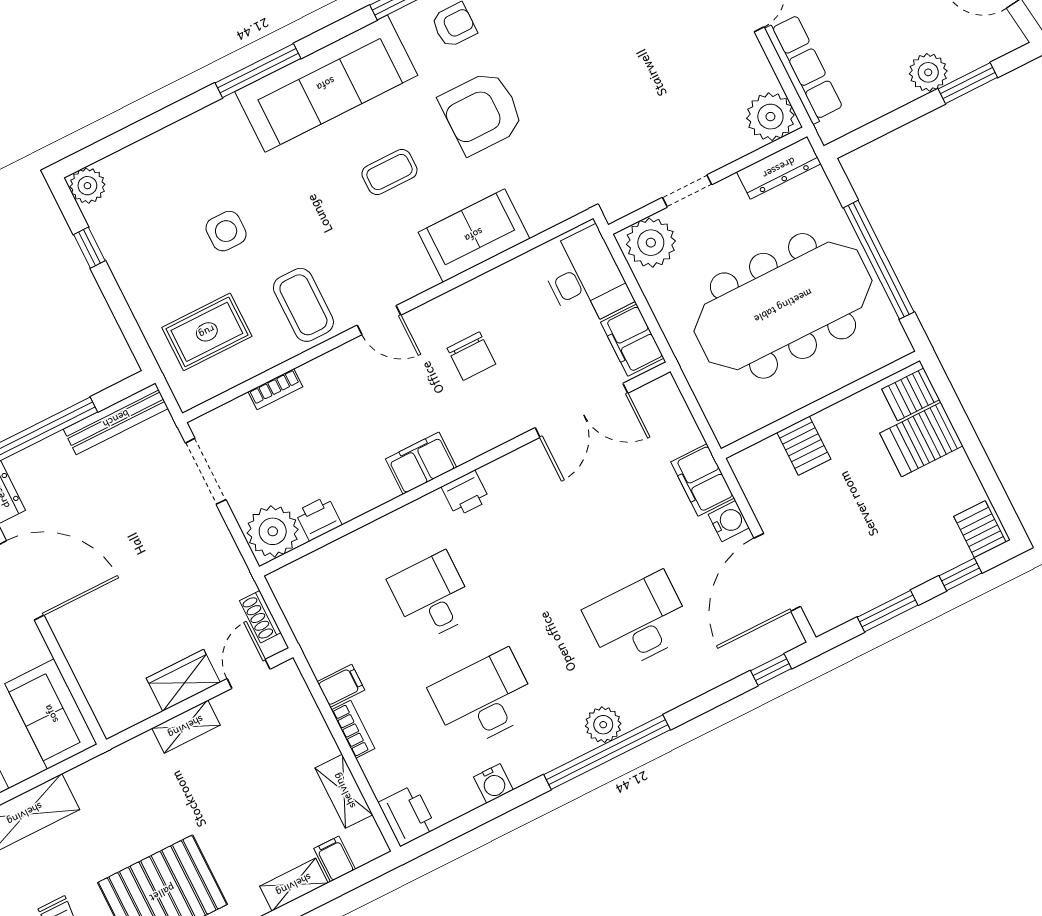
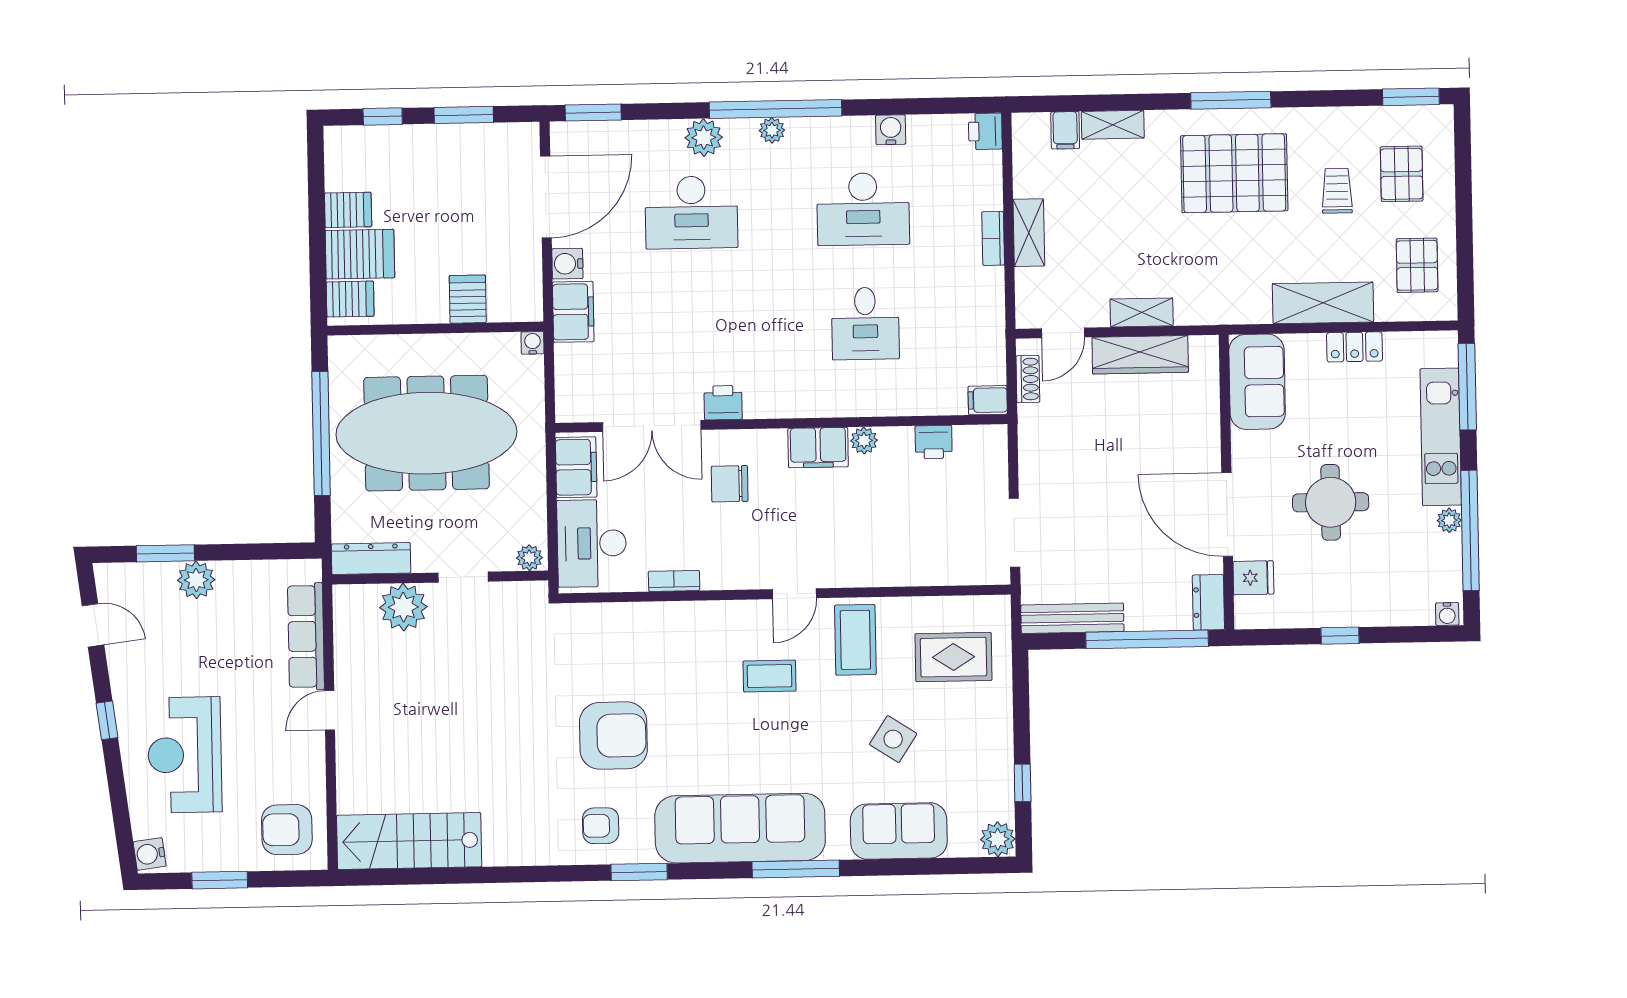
plant: (770, 117) -> (403, 607), moved
coffee table: (389, 172) -> (770, 676), moved
side table: (226, 231) -> (893, 739), turned 33
sofa: (474, 235) -> (899, 831), moved, turned 180
plant: (651, 243) -> (529, 558), width x0.53, depth x0.53
door: (379, 320) -> (794, 594), swing flipped
chair: (471, 356) -> (730, 484), moved, turned -90
bookcase: (275, 389) -> (674, 581), moved
double door: (581, 410) -> (652, 426), swing flipped
water cooler: (726, 434) -> (533, 343), added
printer: (465, 493) -> (723, 403), moved
server rack: (980, 529) -> (348, 210), moved, turned -90
plant: (273, 531) -> (864, 440), moved, width x0.53, depth x0.53
window: (771, 670) -> (593, 112), width x1.50
wardrobe: (183, 680) -> (1140, 355), width x1.50
filing cabinet: (341, 686) -> (988, 400), moved
plant: (660, 695) -> (704, 138), added
plant: (603, 725) -> (772, 130), width x0.73, depth x0.73
shelving: (344, 791) -> (1029, 233), moved
printer: (407, 815) -> (985, 131), width x0.73, depth x0.81

